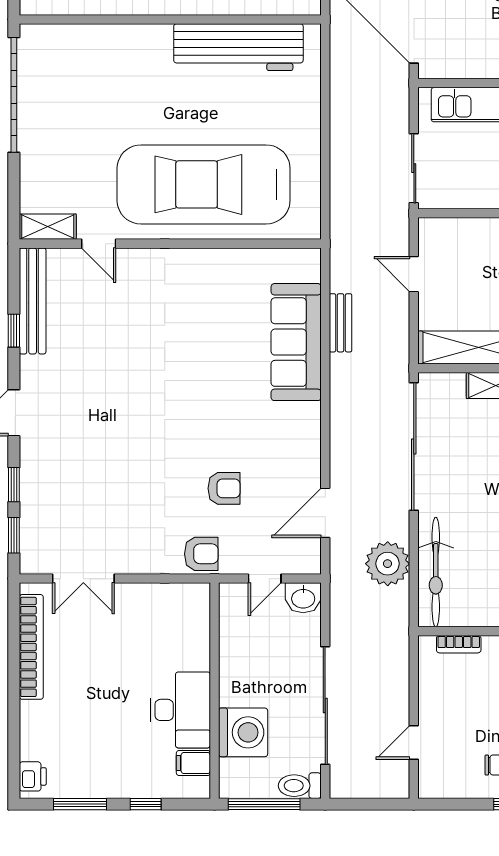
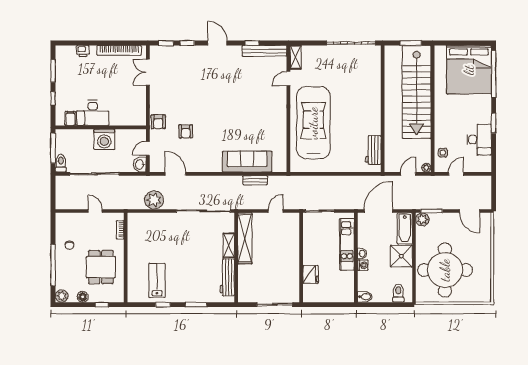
workbench: (238, 47) -> (373, 150), width x0.53, depth x0.76
bicycle: (436, 572) -> (151, 220), removed
door: (265, 579) -> (148, 148), hinge flipped
washing machine: (243, 732) -> (104, 139), moved
door: (414, 742) -> (95, 211), moved
printer: (33, 776) -> (83, 51), moved

